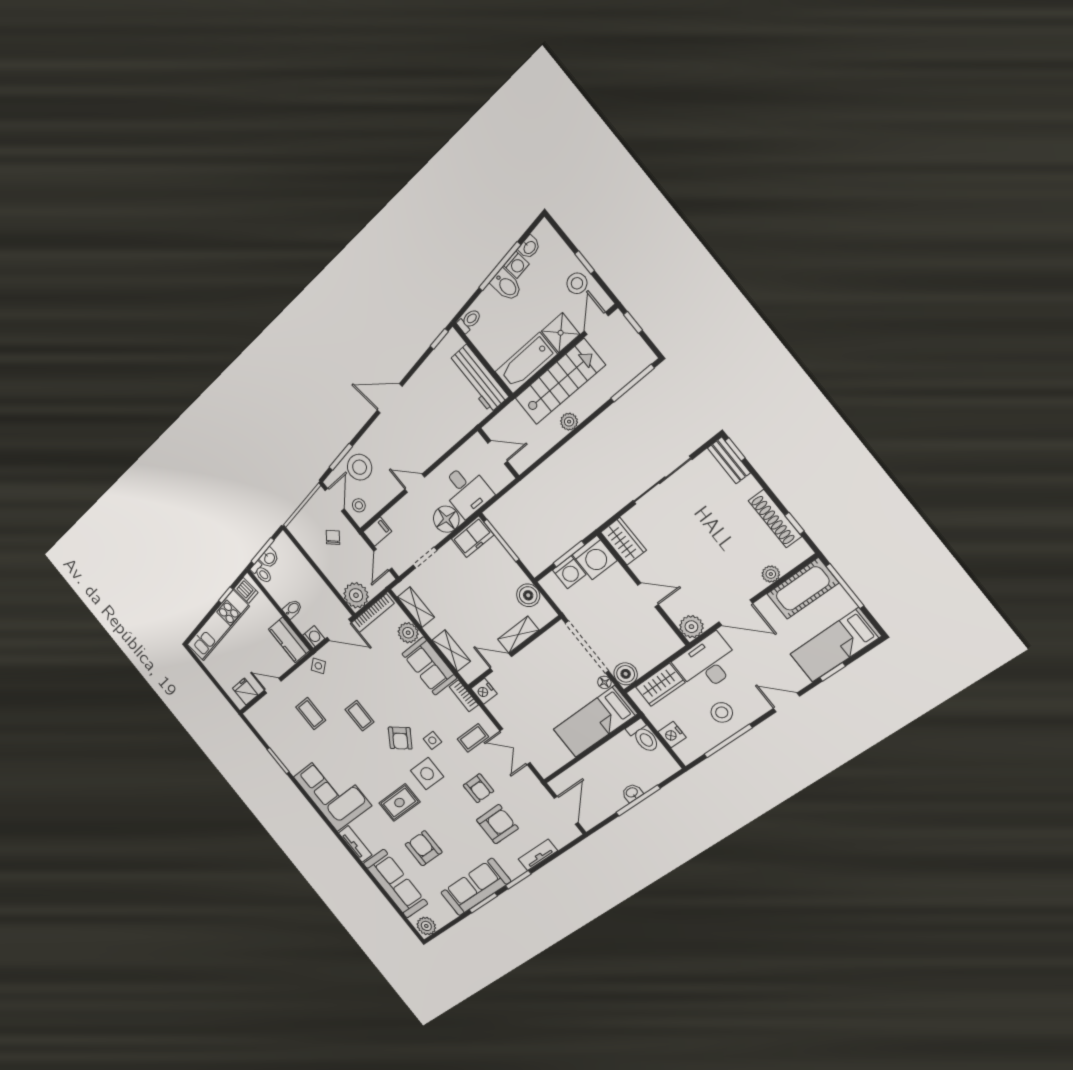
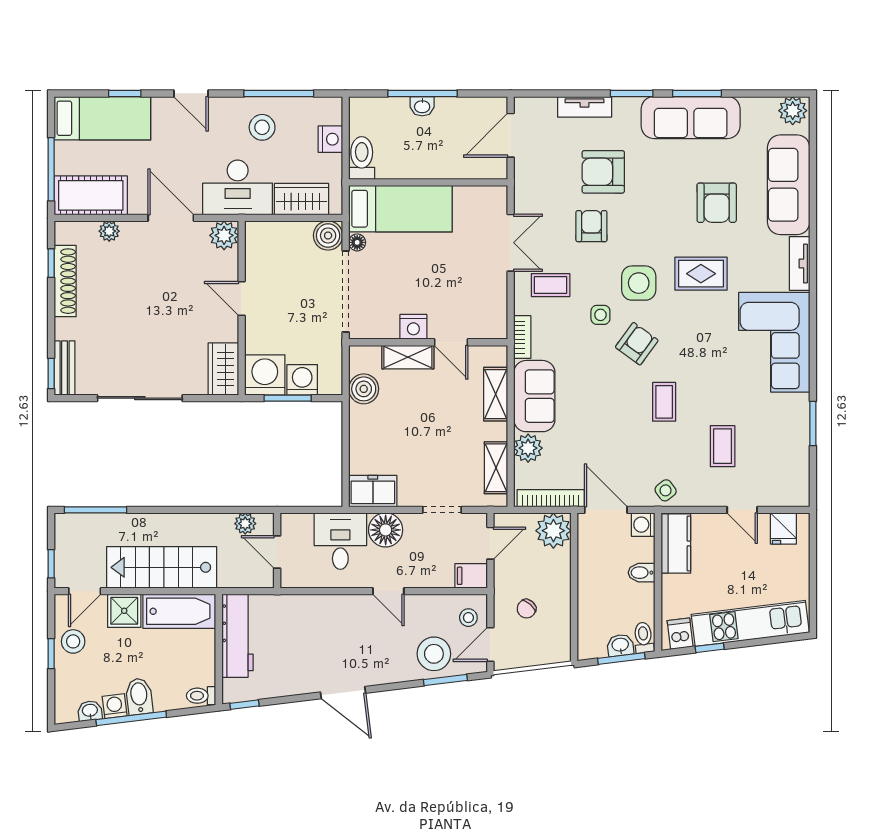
plant: (569, 422) -> (245, 524), moved
window: (501, 541) -> (346, 464), removed
nightstand: (484, 691) -> (413, 327), moved, turned 90

